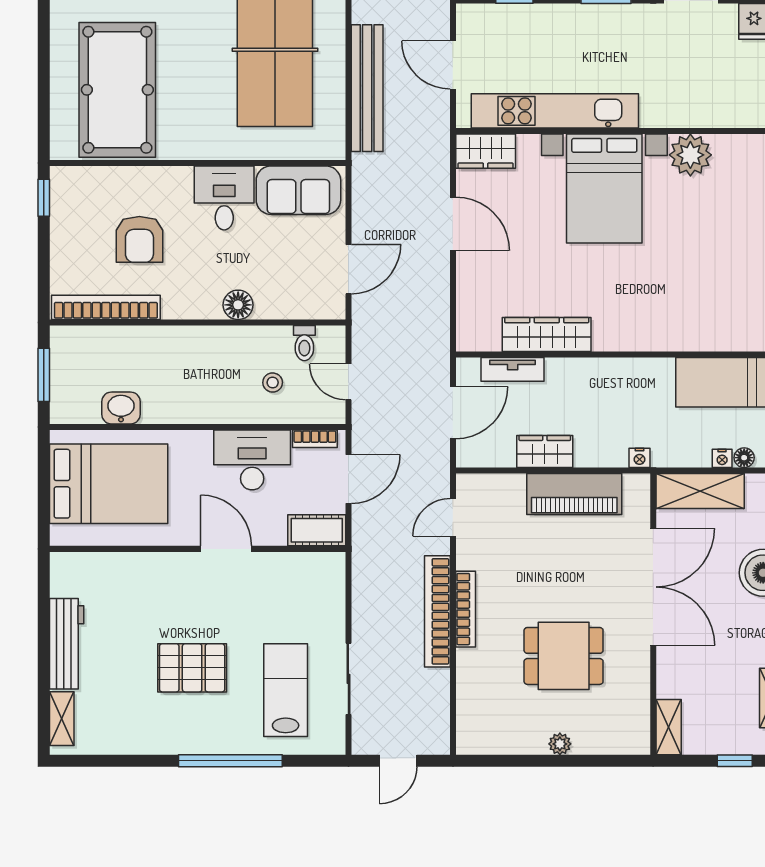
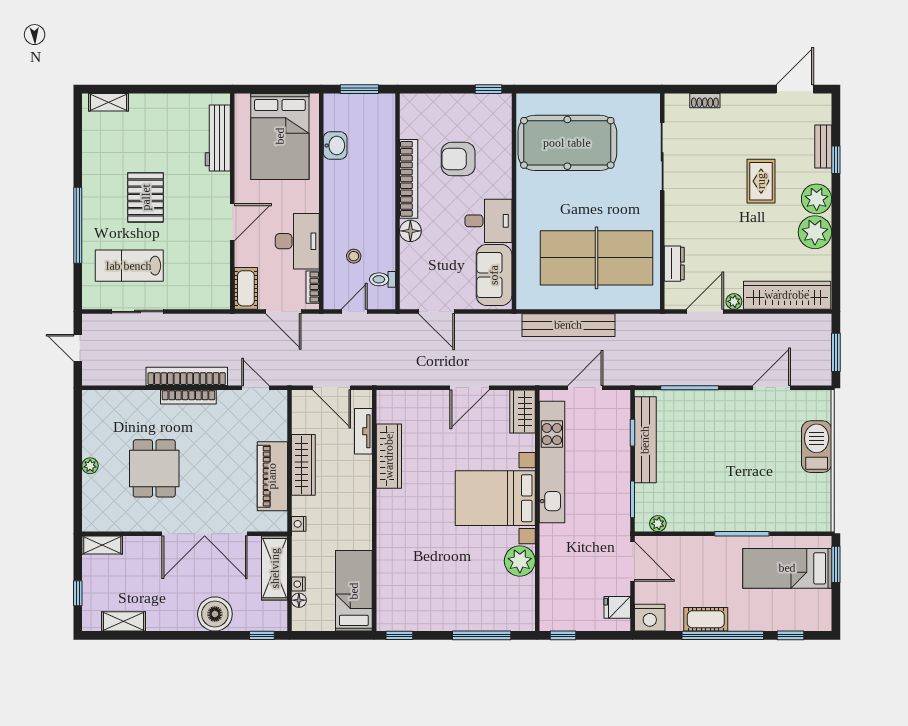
bookcase: (106, 307) -> (409, 179), moved
wardrobe: (545, 452) -> (303, 465), width x1.50
workbench: (67, 644) -> (218, 138), moved, turned 90
lab bench: (286, 690) -> (129, 266), turned 180

